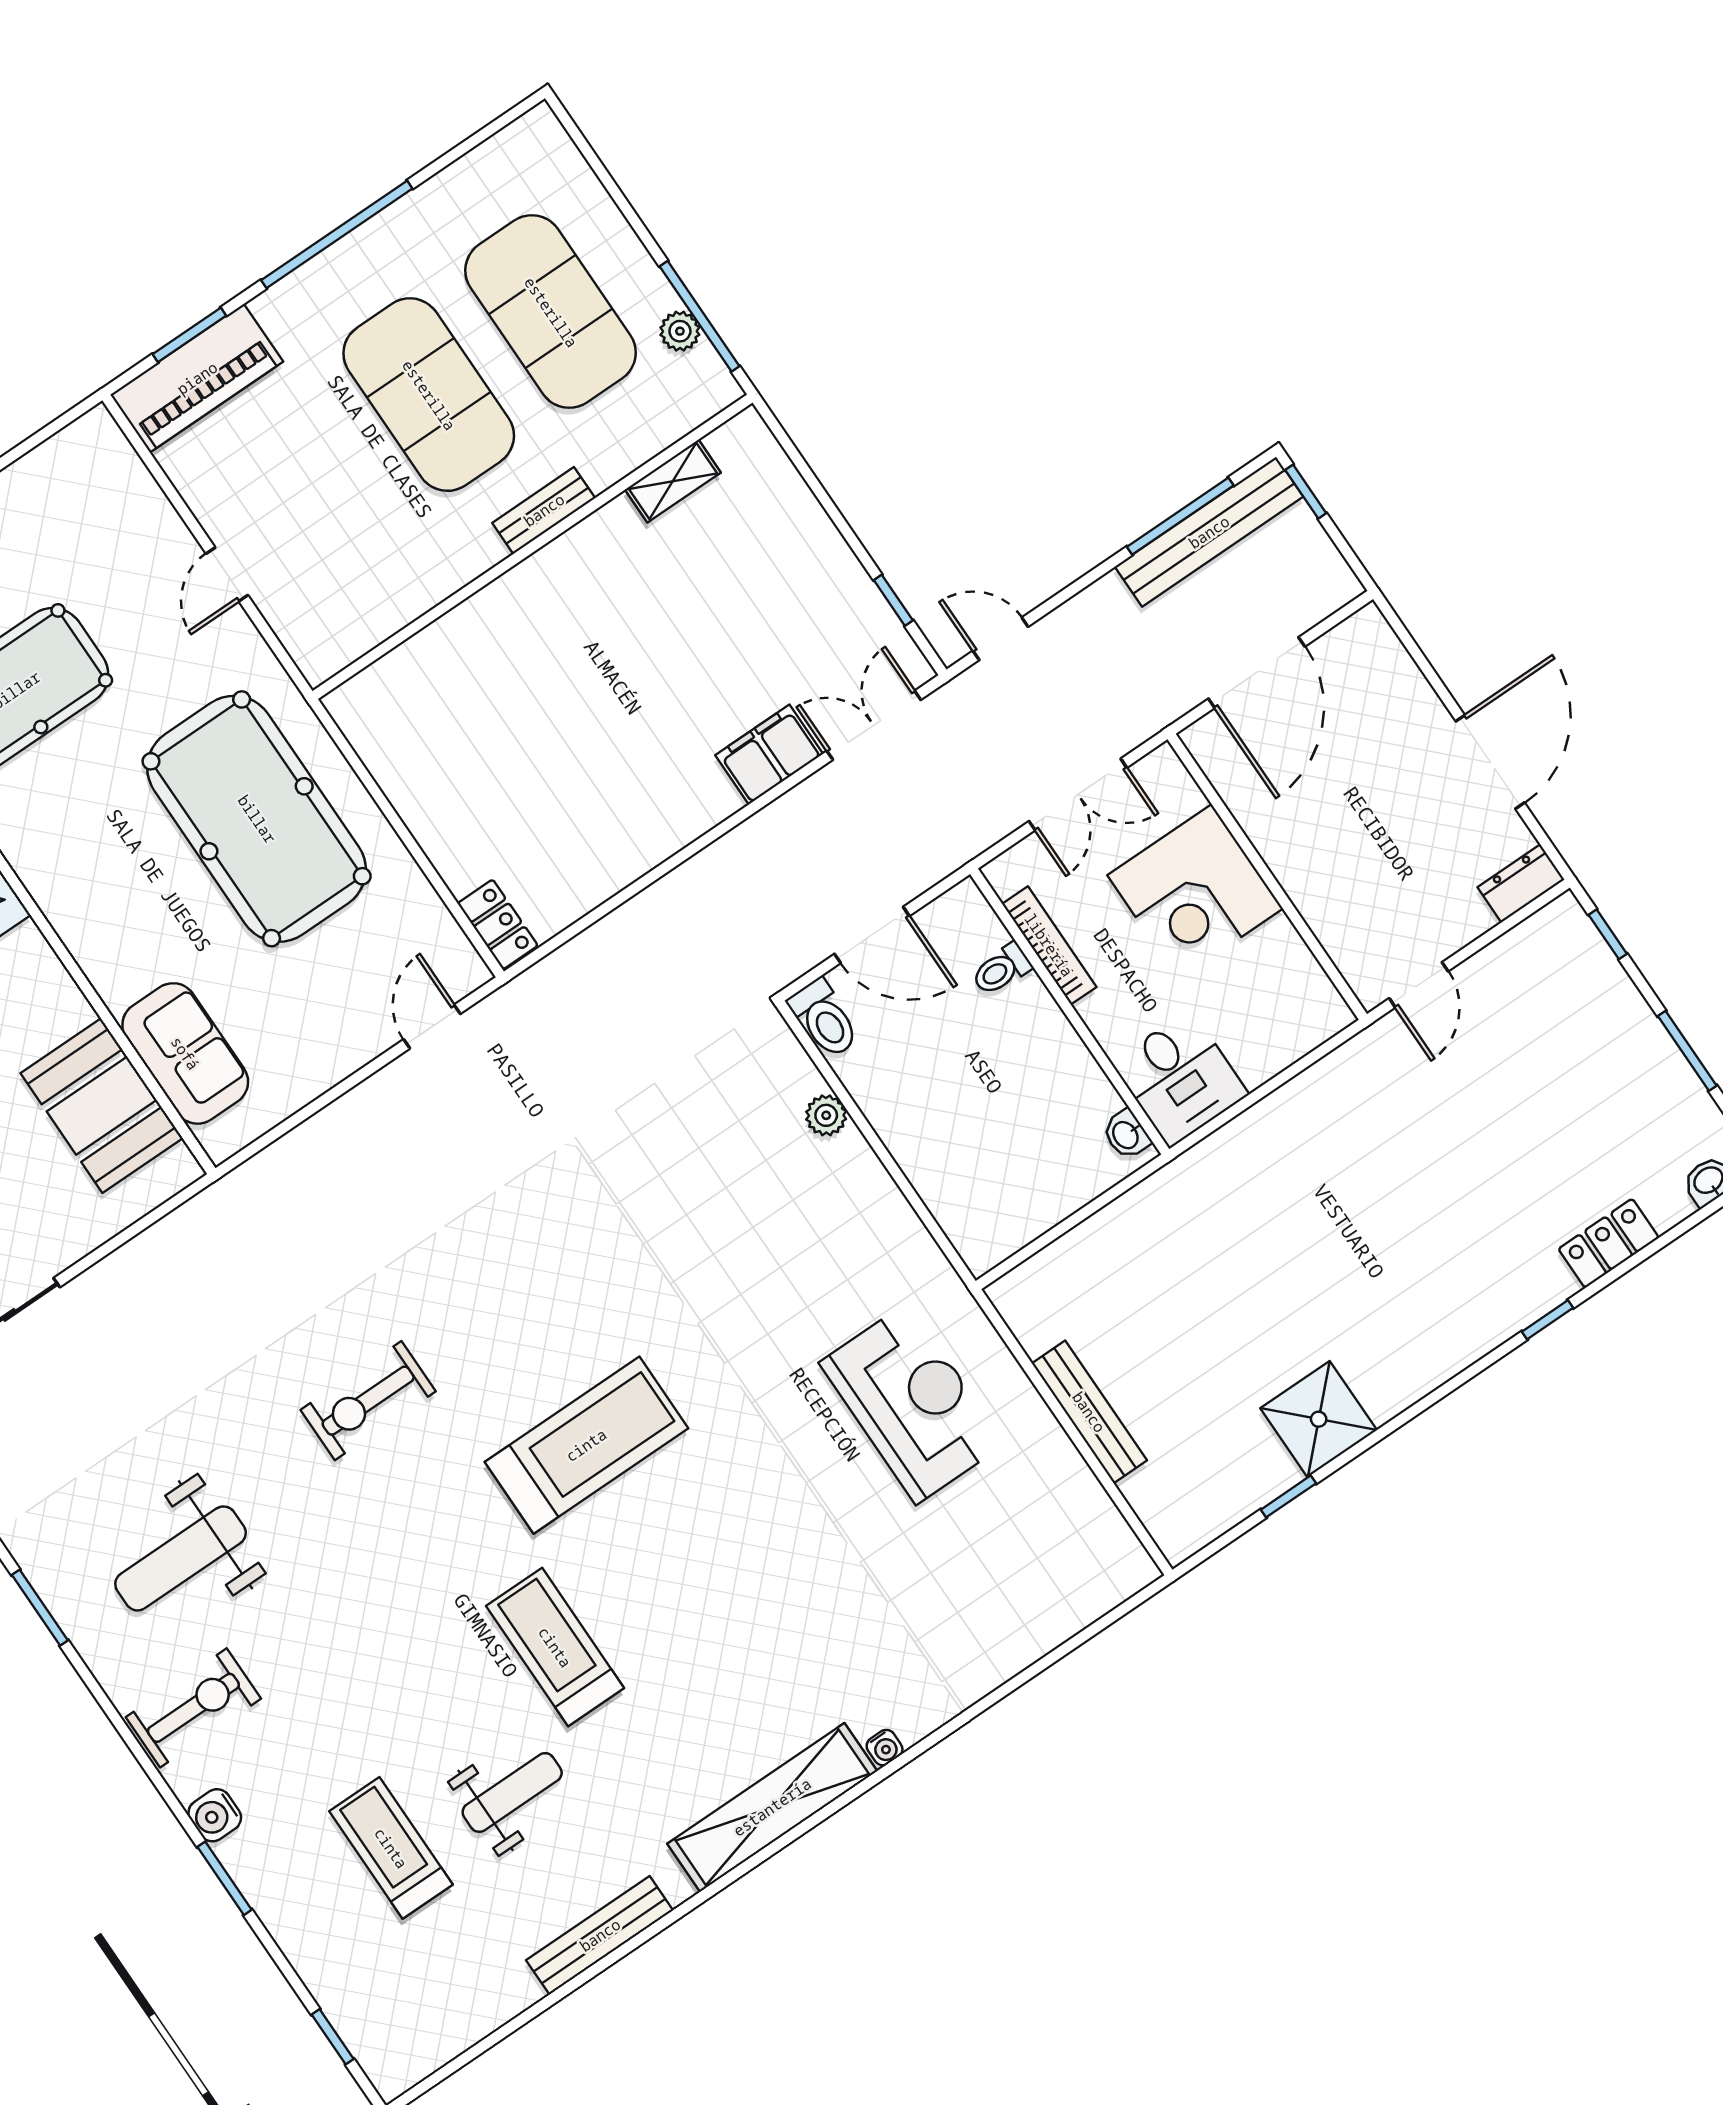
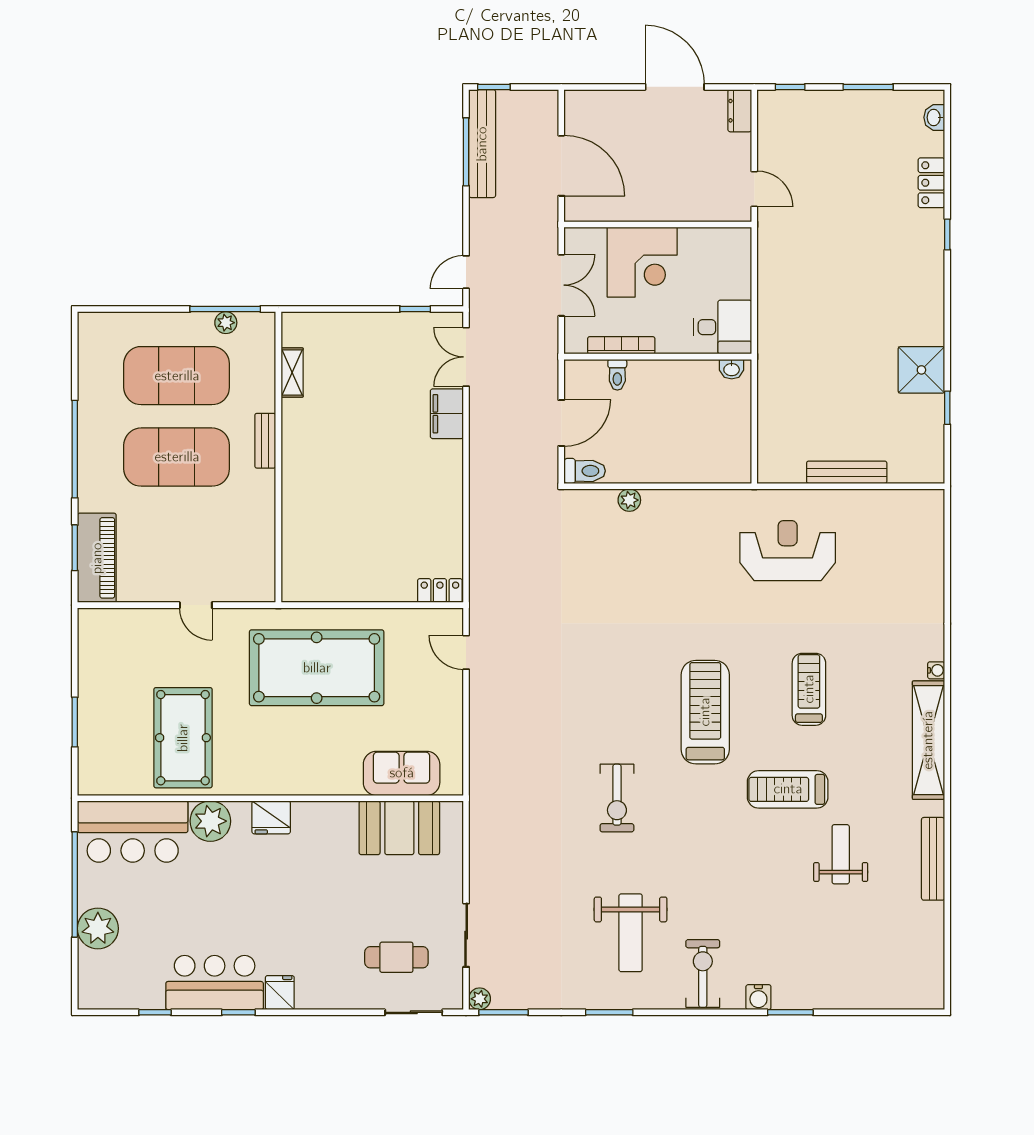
treadmill: (391, 1848) -> (809, 689), moved, turned 90
window: (333, 2037) -> (896, 1012), removed

